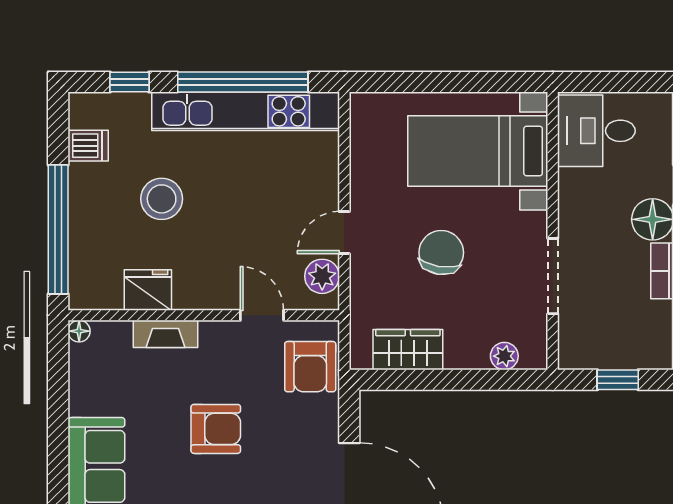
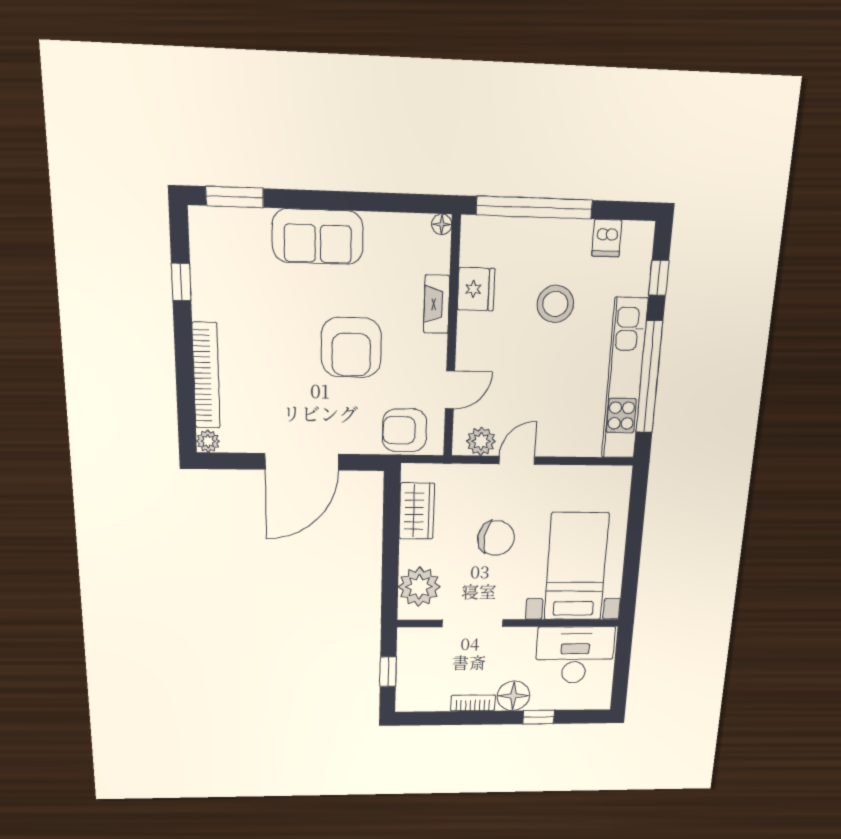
desk: (596, 131) -> (575, 655), width x1.37
door: (344, 233) -> (517, 460), hinge flipped
plant: (504, 356) -> (419, 587), width x1.88, depth x1.88
armchair: (216, 429) -> (351, 347), width x1.36, depth x1.36

